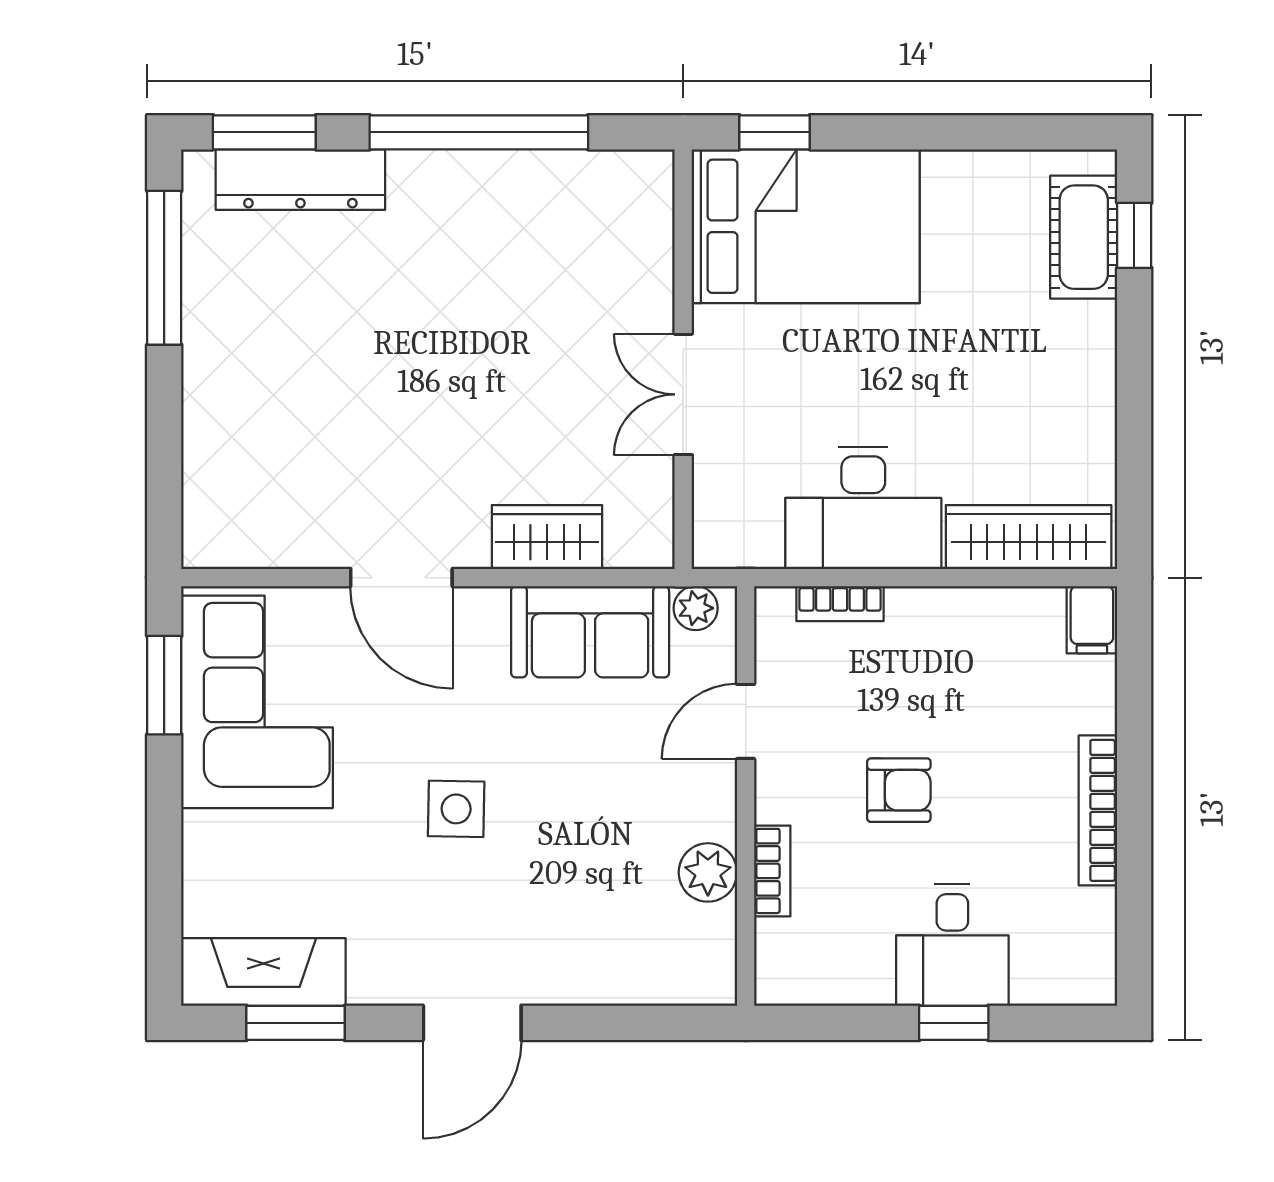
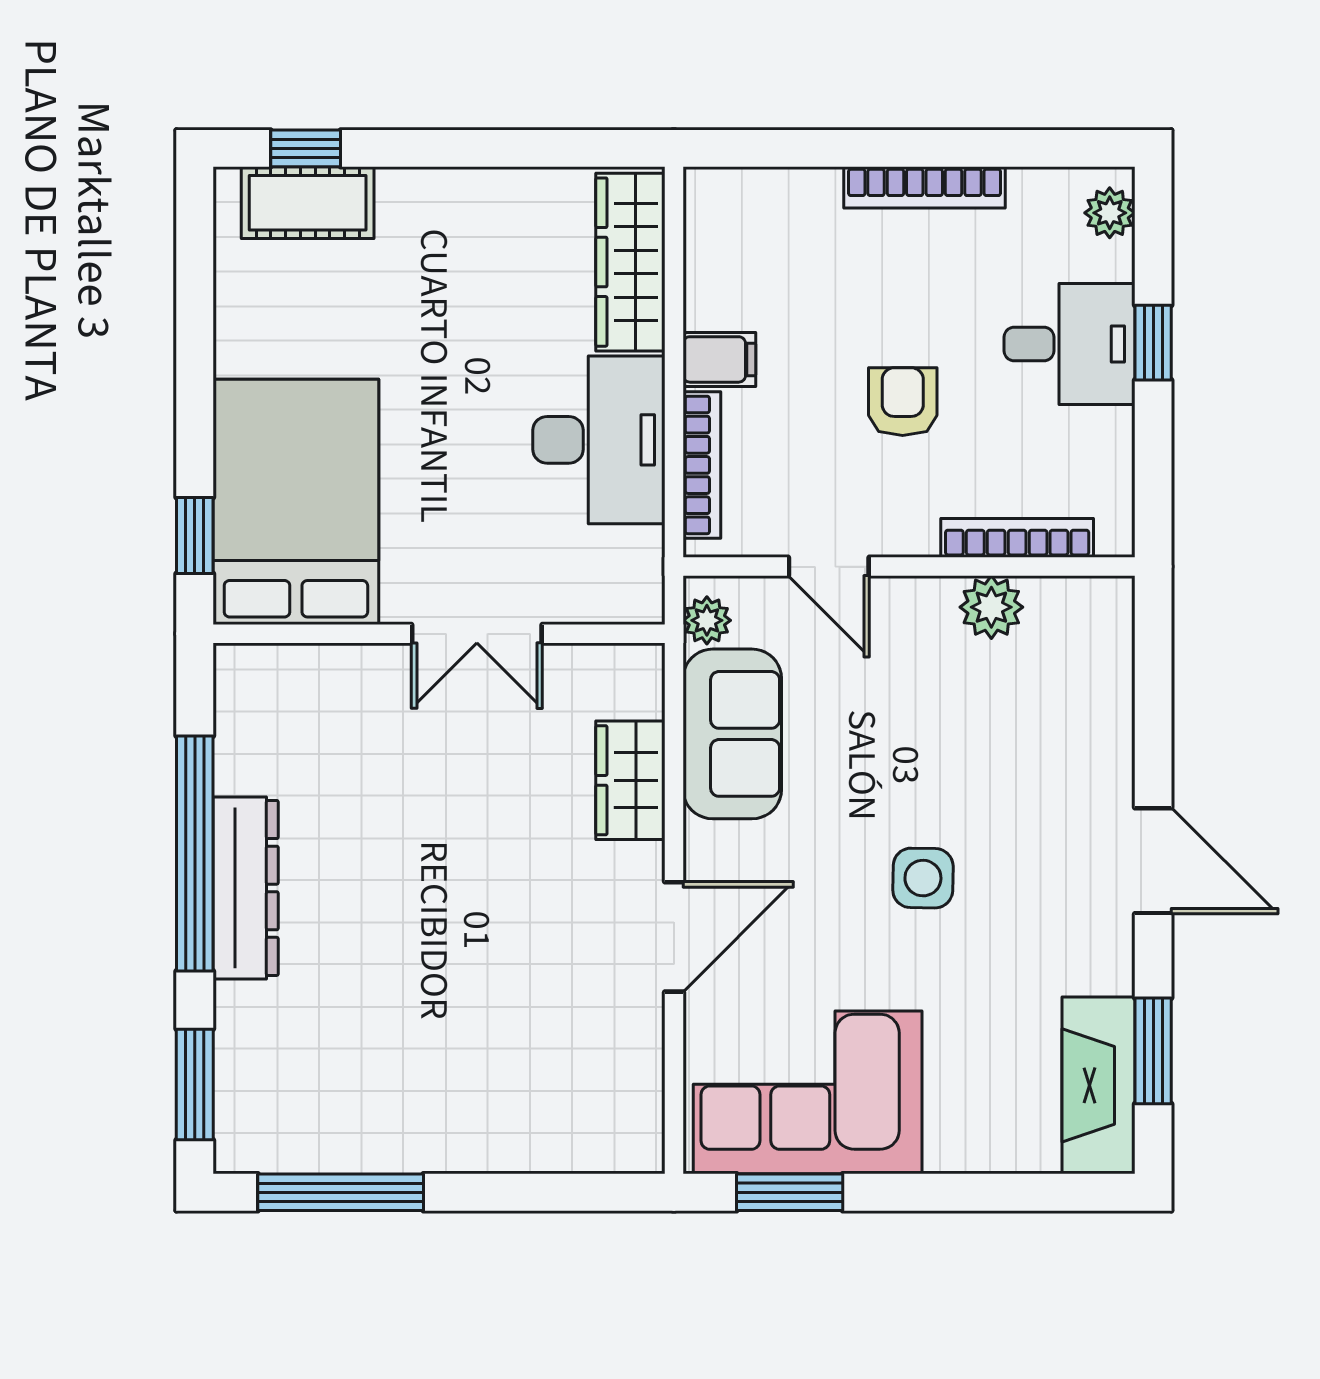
dresser: (300, 180) -> (246, 888), moved
bookcase: (840, 604) -> (702, 465), width x1.56
filing cabinet: (1092, 620) -> (719, 359), moved
bookcase: (772, 871) -> (1017, 538), width x1.56
plant: (1074, 983) -> (1110, 213), added

